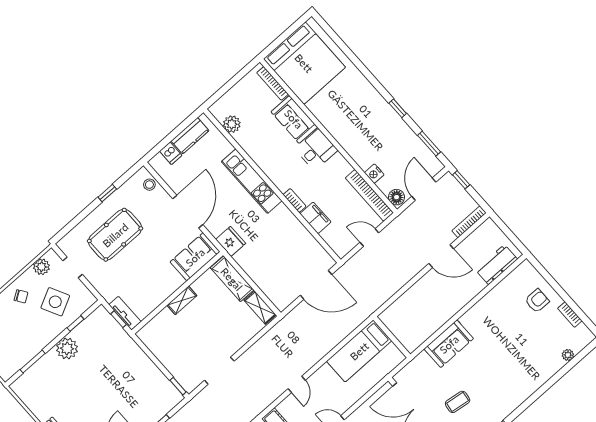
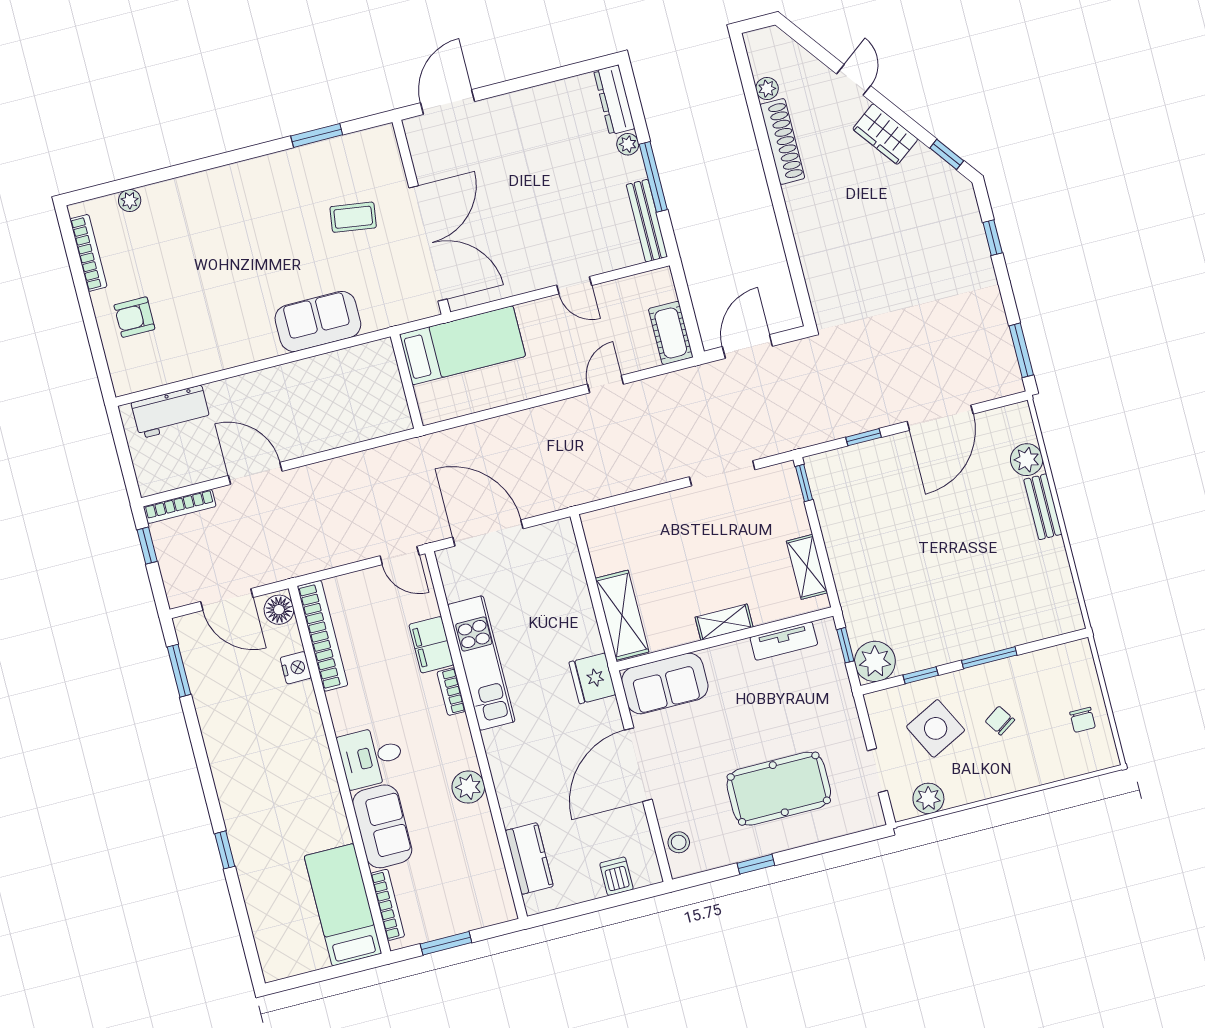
bed: (304, 63) -> (343, 905), width x0.49
window: (235, 80) -> (446, 943), added
window: (398, 108) -> (225, 850), moved
plant: (232, 124) -> (468, 787), moved
kitchen counter: (190, 136) -> (529, 858), moved, turned 90
window: (461, 180) -> (147, 546), moved
kitchen unit: (252, 181) -> (481, 663), moved
door: (424, 189) -> (227, 600), hinge flipped
door: (369, 237) -> (400, 555), moved
chair: (21, 296) -> (1000, 721), moved
shelving: (260, 308) -> (807, 567), moved
tv unit: (125, 313) -> (784, 641), moved, turned -90
bookcase: (570, 315) -> (88, 253), width x1.56
plant: (67, 348) -> (875, 661), moved
bed: (359, 351) -> (463, 345), moved
window: (33, 361) -> (989, 658), moved

